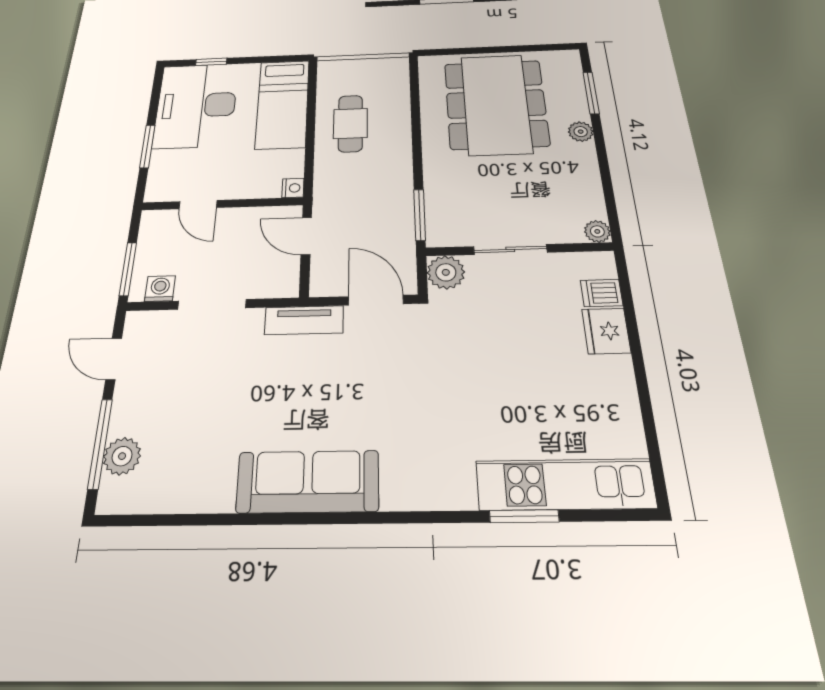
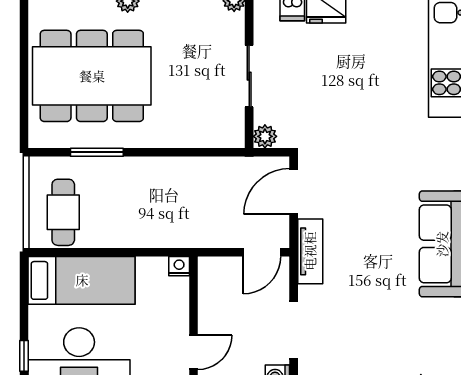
cafe table: (350, 123) -> (63, 212), moved, turned 90
window: (420, 215) -> (97, 152), moved
door: (306, 236) -> (262, 252), moved
plant: (446, 272) -> (265, 136), width x0.73, depth x0.73

